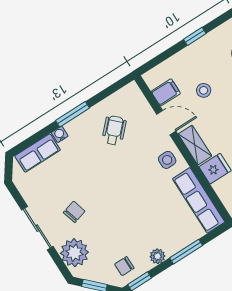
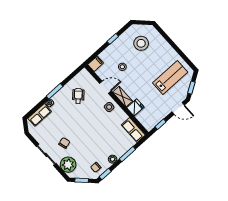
filing cabinet: (166, 92) -> (96, 64), moved
row of seats: (199, 200) -> (133, 130), width x0.68

